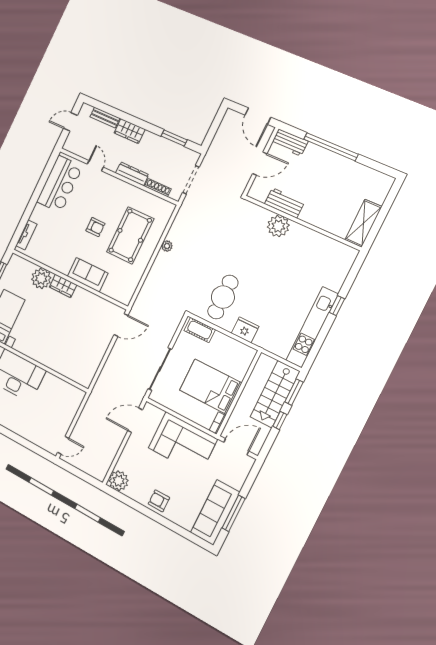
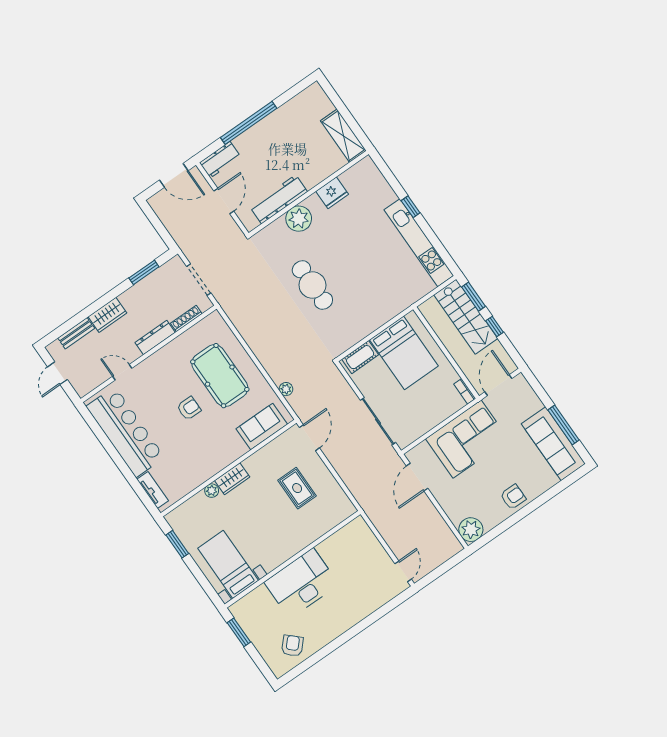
bar counter: (60, 184) -> (125, 432), width x1.36
workbench: (284, 203) -> (279, 199), width x1.37
plant: (167, 246) -> (286, 389), moved
sofa: (88, 275) -> (262, 427), moved
plant: (41, 278) -> (212, 491), width x0.53, depth x0.53
cafe table: (223, 297) -> (312, 285), moved
fridge: (245, 330) -> (332, 193), moved, turned 180
rug: (81, 336) -> (297, 488), added
bed: (211, 387) -> (404, 353), moved, turned -90
armchair: (159, 501) -> (513, 497), turned 180

